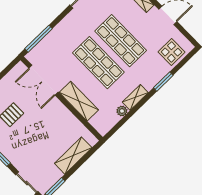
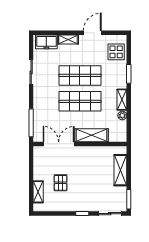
double door: (44, 80) -> (59, 144), swing flipped

